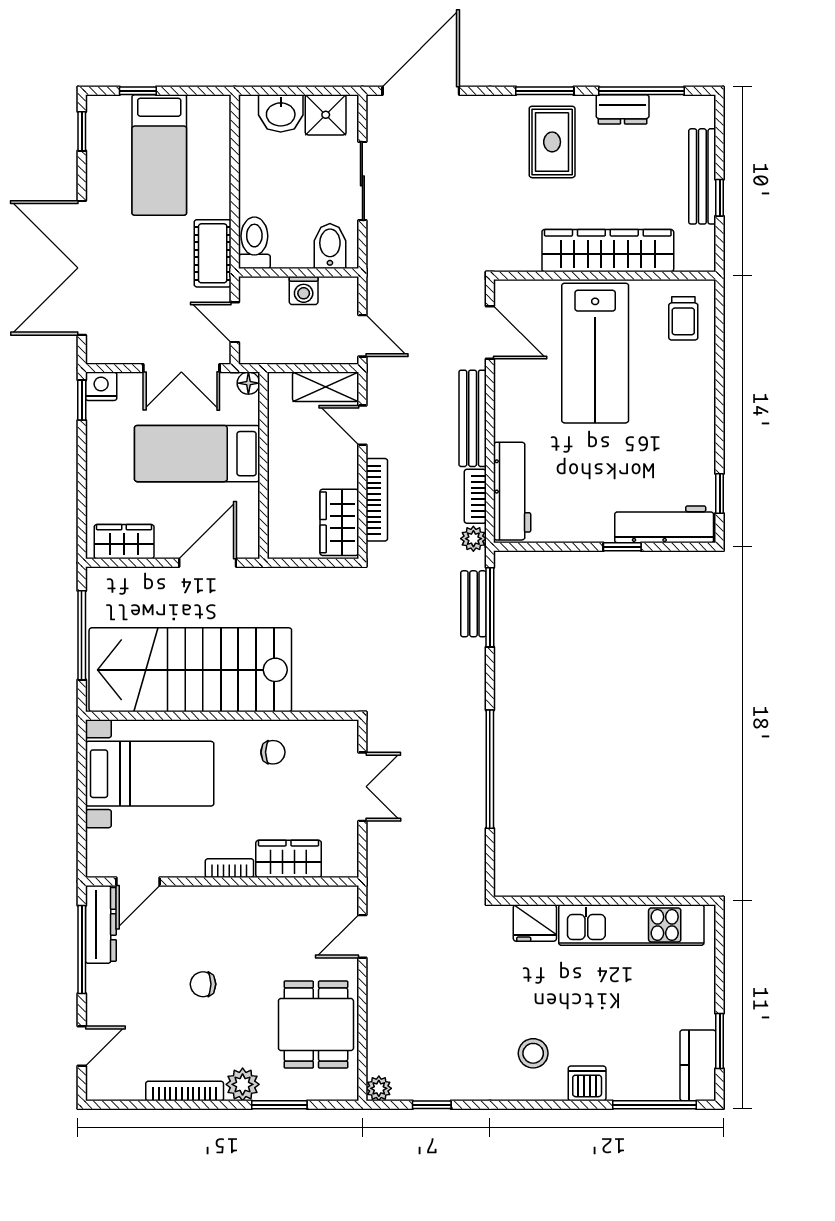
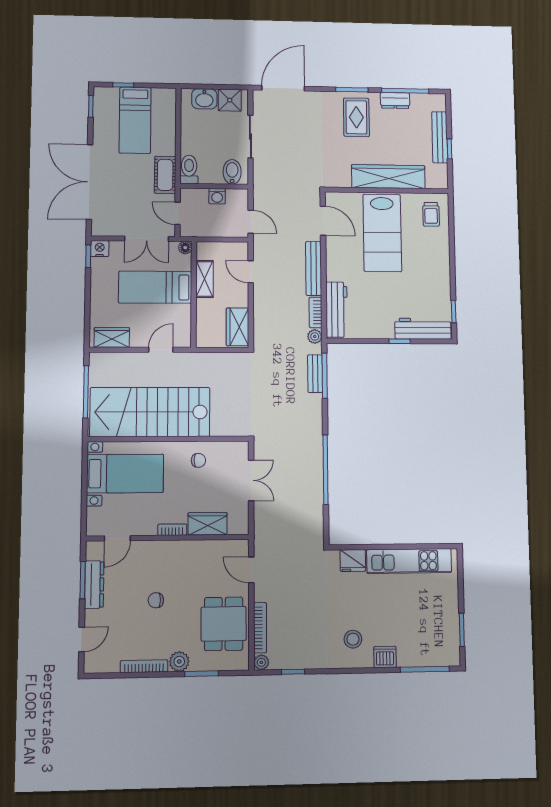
shelving: (326, 387) -> (205, 279), moved, turned 90
bookcase: (377, 500) -> (260, 628), moved
door: (208, 563) -> (161, 350), width x0.73
dresser: (101, 924) -> (94, 585), moved
door: (362, 936) -> (251, 570), hinge flipped
window: (82, 950) -> (83, 580), width x0.69
kitchen counter: (698, 1065) -> (450, 645), removed

